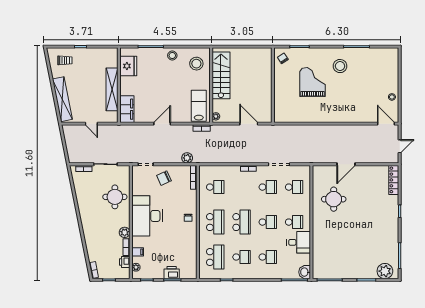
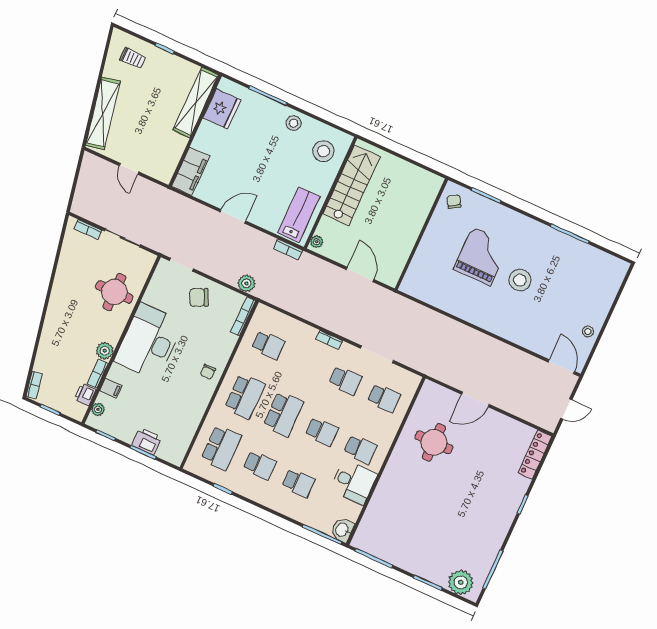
stool: (340, 66) -> (520, 280), moved
shelving: (112, 89) -> (196, 103), moved

